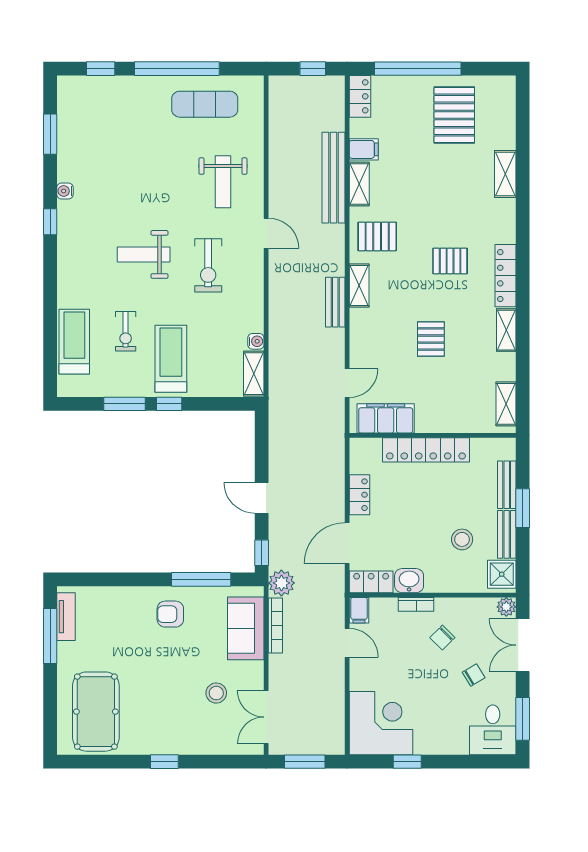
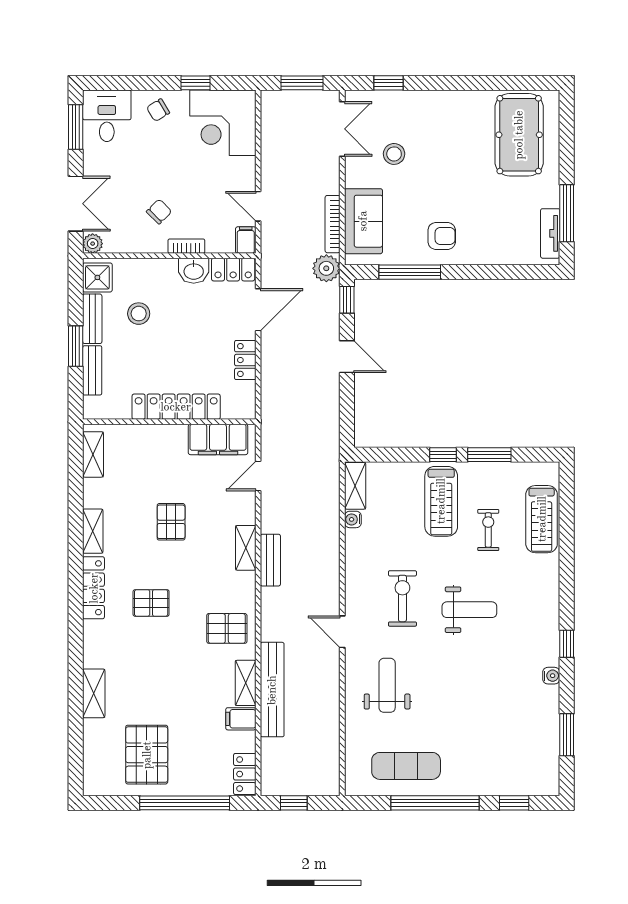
shelving: (359, 285) -> (246, 548), moved
chair: (474, 675) -> (158, 110), moved
window: (164, 762) -> (389, 83), moved

